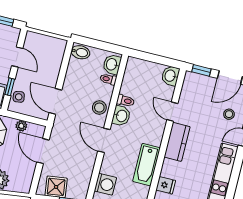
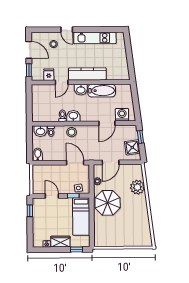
door: (17, 57) -> (52, 196), hinge flipped
washbasin: (170, 76) -> (81, 90), moved
door: (55, 101) -> (75, 163), swing flipped
door: (104, 140) -> (107, 123), moved
kitchen counter: (177, 142) -> (87, 74), width x1.50
fridge: (166, 185) -> (49, 75), moved

